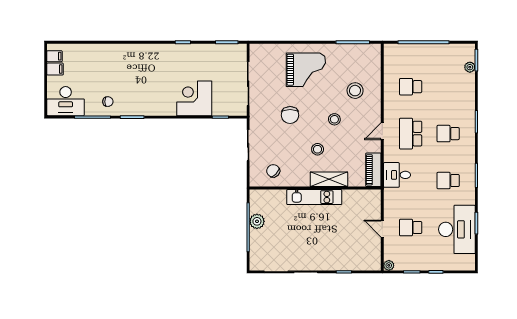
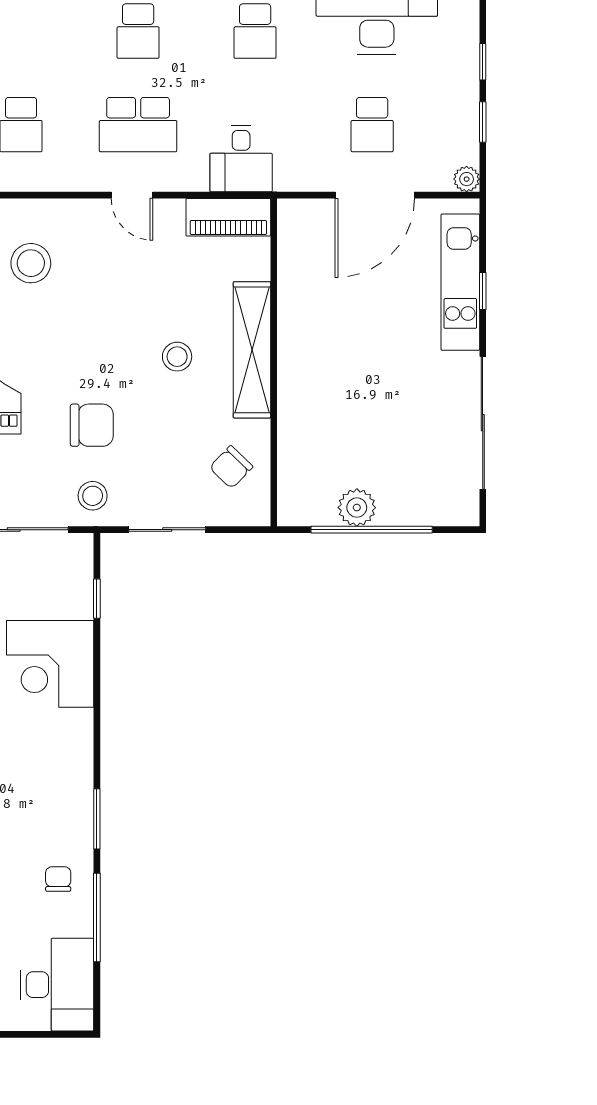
stool: (334, 119) -> (93, 496), moved
shelving: (329, 179) -> (252, 350), width x1.47
kitchen unit: (314, 197) -> (460, 282), moved, turned 180
door: (382, 229) -> (375, 195), width x1.88

